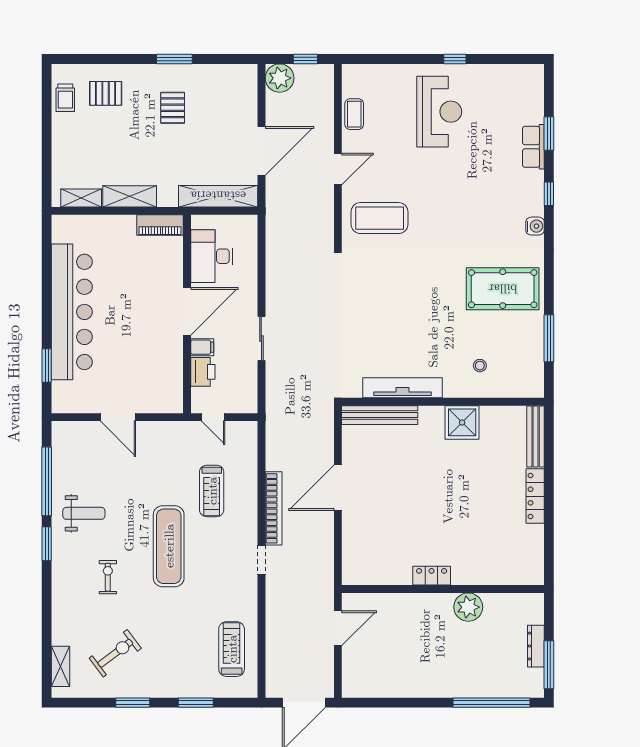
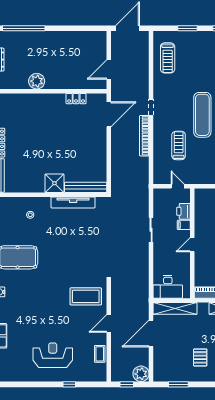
window: (174, 59) -> (178, 384), moved
window: (455, 59) -> (69, 384), moved
reception desk: (439, 112) -> (53, 355), turned 90
desk: (212, 256) -> (168, 287), moved, turned 90
door: (187, 311) -> (192, 245), width x0.53
shower: (462, 422) -> (54, 183), moved
door: (338, 488) -> (109, 114), moved
locker: (432, 576) -> (76, 99), moved

